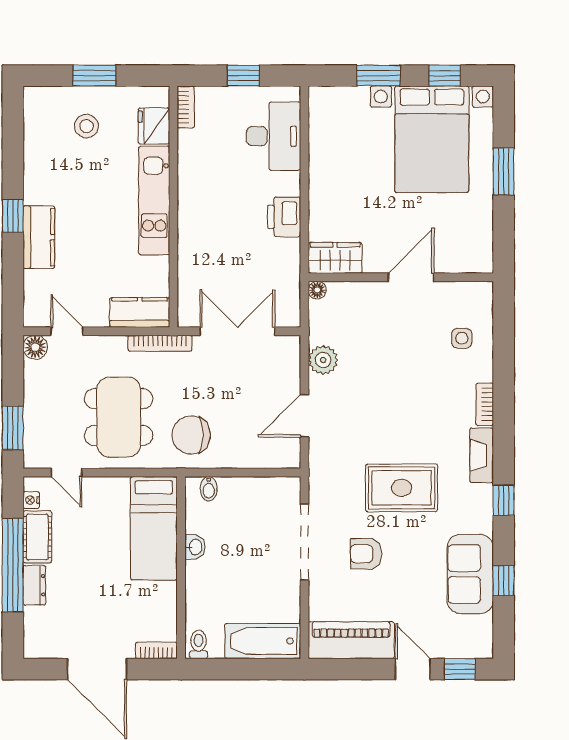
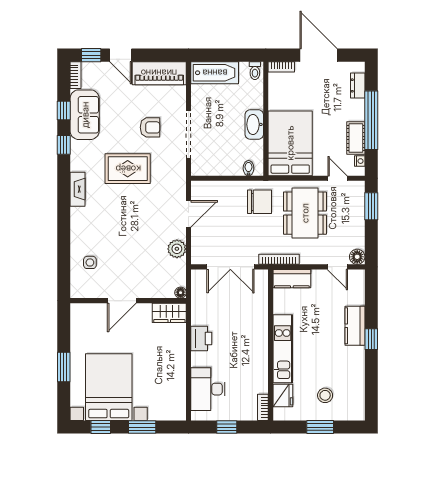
bookcase: (485, 404) -> (76, 75), moved
window: (504, 500) -> (64, 145), moved
bed: (154, 528) -> (290, 143), width x1.50
washbasin: (195, 547) -> (254, 124), width x1.91, depth x1.45
dresser: (34, 585) -> (358, 85), moved

